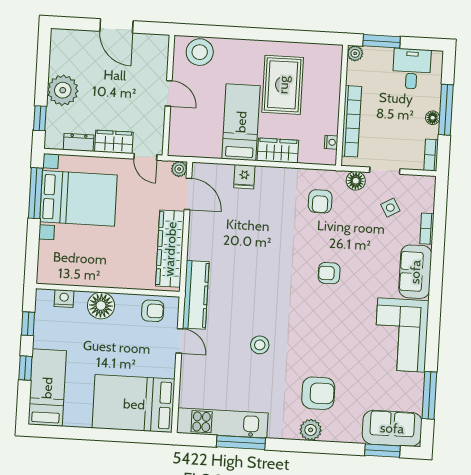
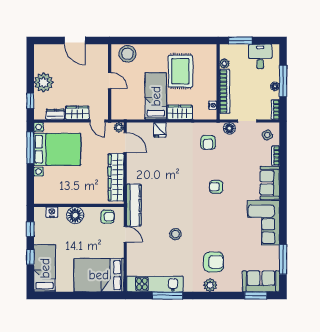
plant: (355, 53) -> (224, 63), moved
side table: (390, 208) -> (267, 135), moved

